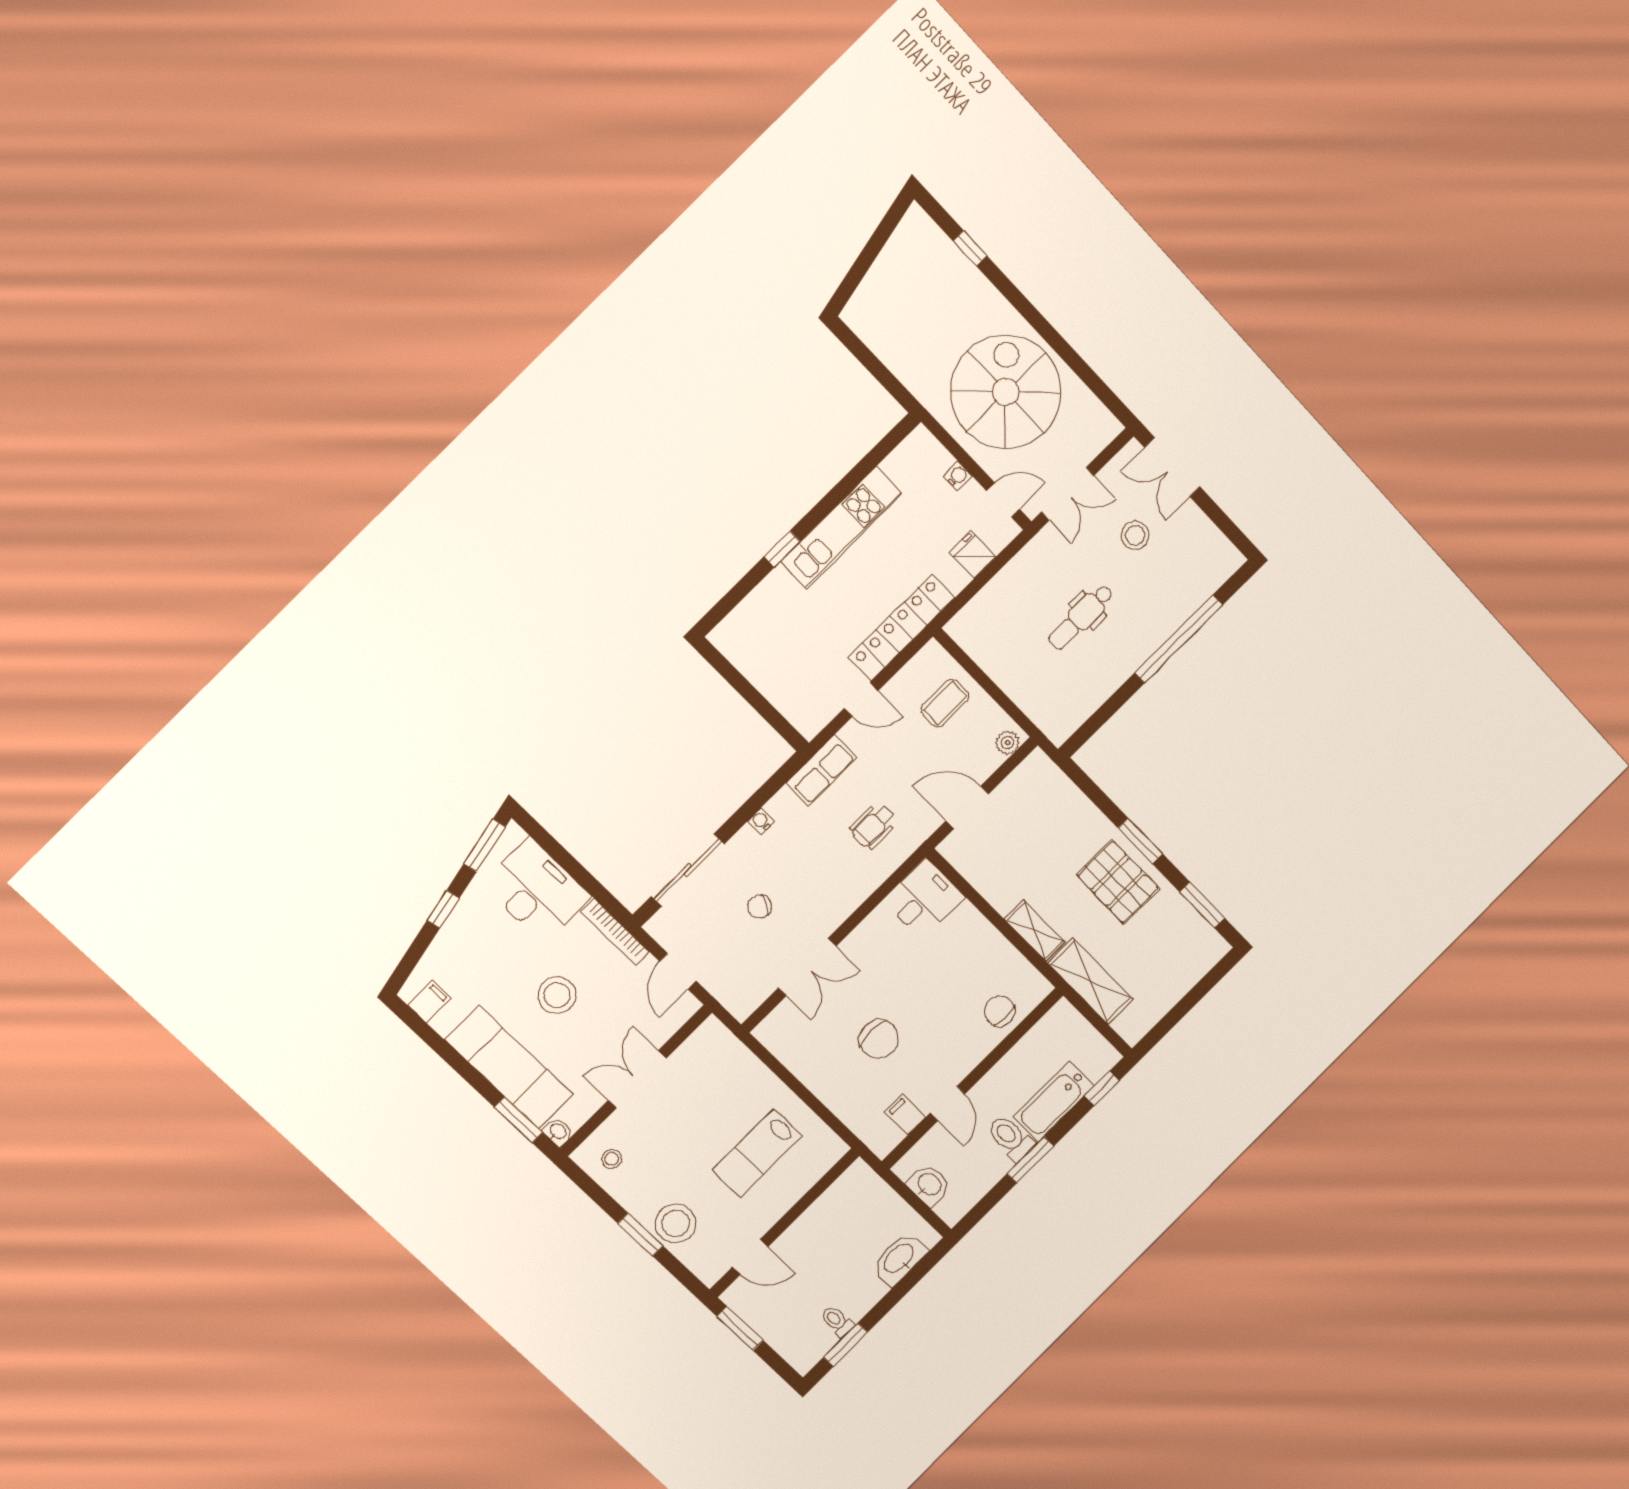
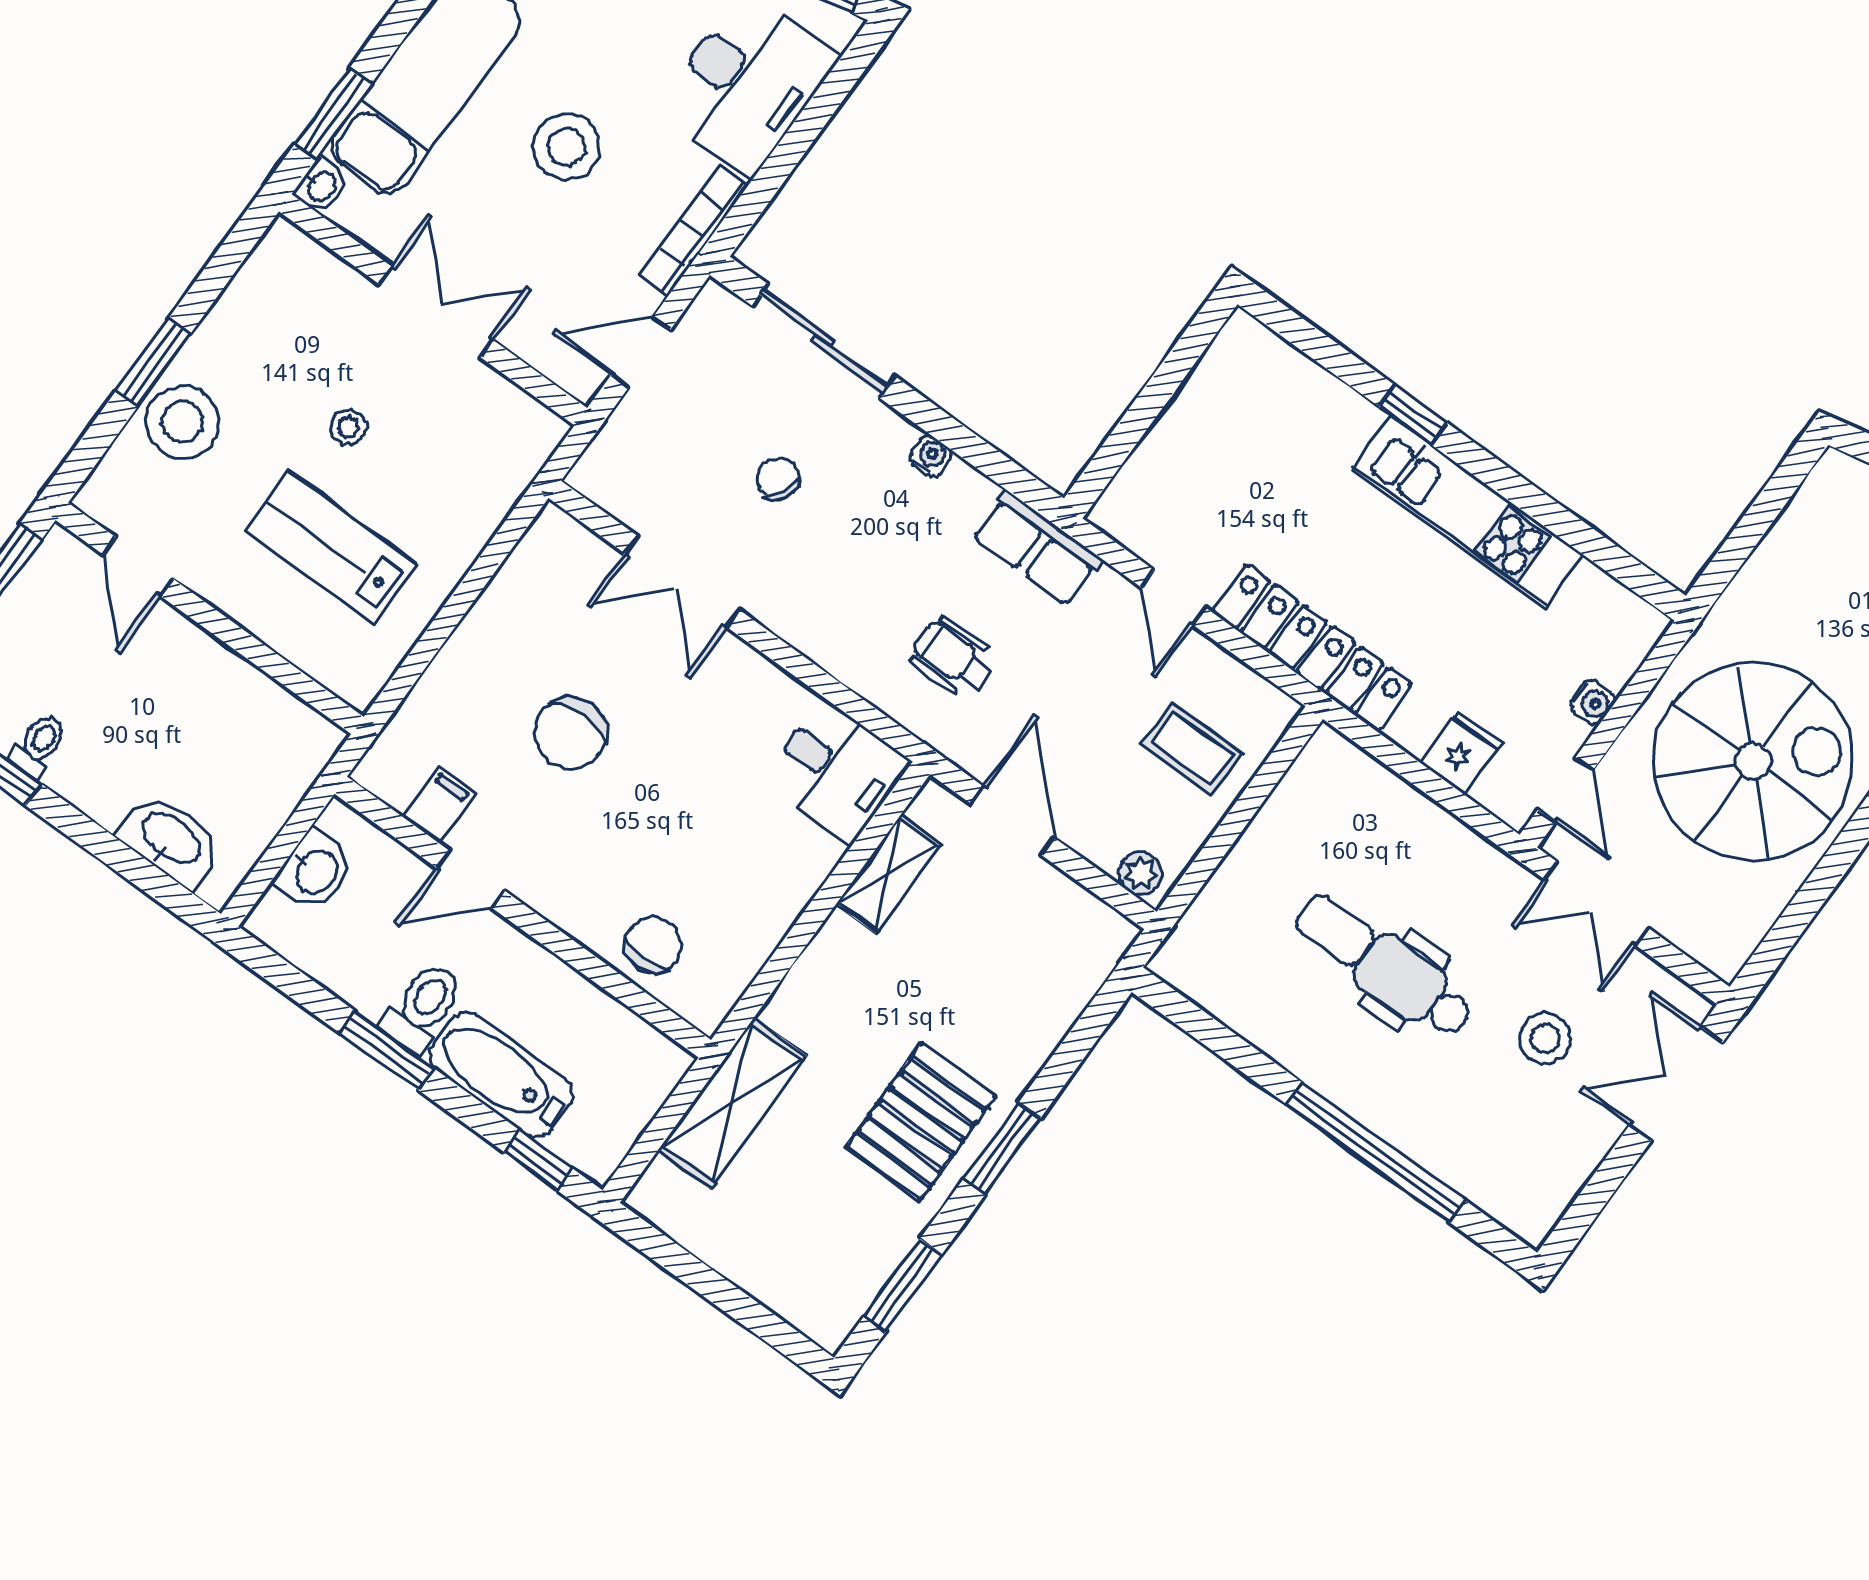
dental chair: (1081, 617) -> (1384, 966), width x1.36, depth x1.38
shelving: (1035, 931) -> (889, 874), moved
stool: (612, 1159) -> (348, 427), moved

